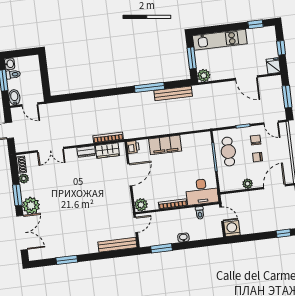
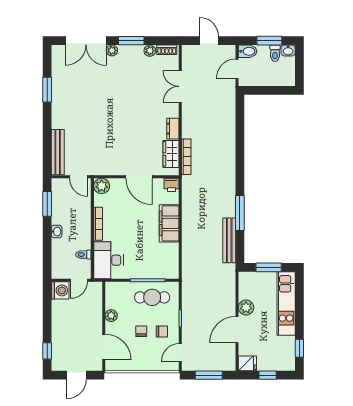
plant: (204, 75) -> (246, 307), moved
plant: (31, 206) -> (112, 50), width x0.53, depth x0.53

